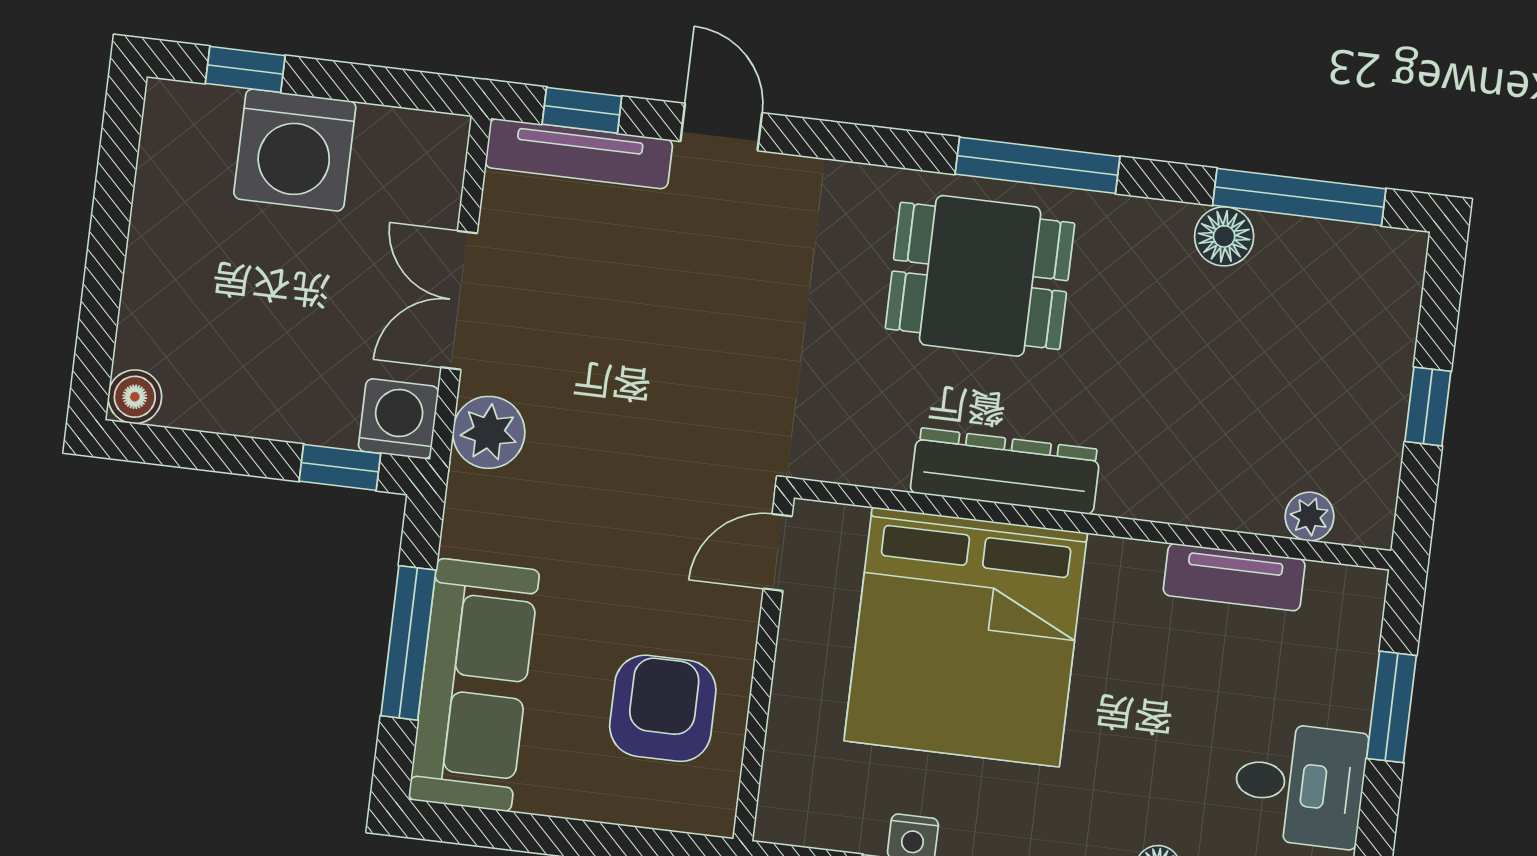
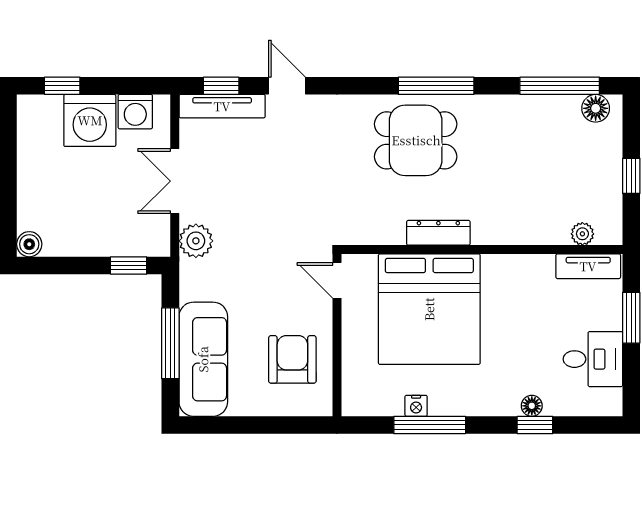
floor lamp: (1224, 236) -> (596, 108), moved
washing machine: (398, 419) -> (135, 112), moved, turned 180
dresser: (1005, 471) -> (438, 233), width x0.73, depth x0.80
door: (778, 552) -> (337, 280), hinge flipped
tv unit: (1234, 577) -> (588, 266), moved

